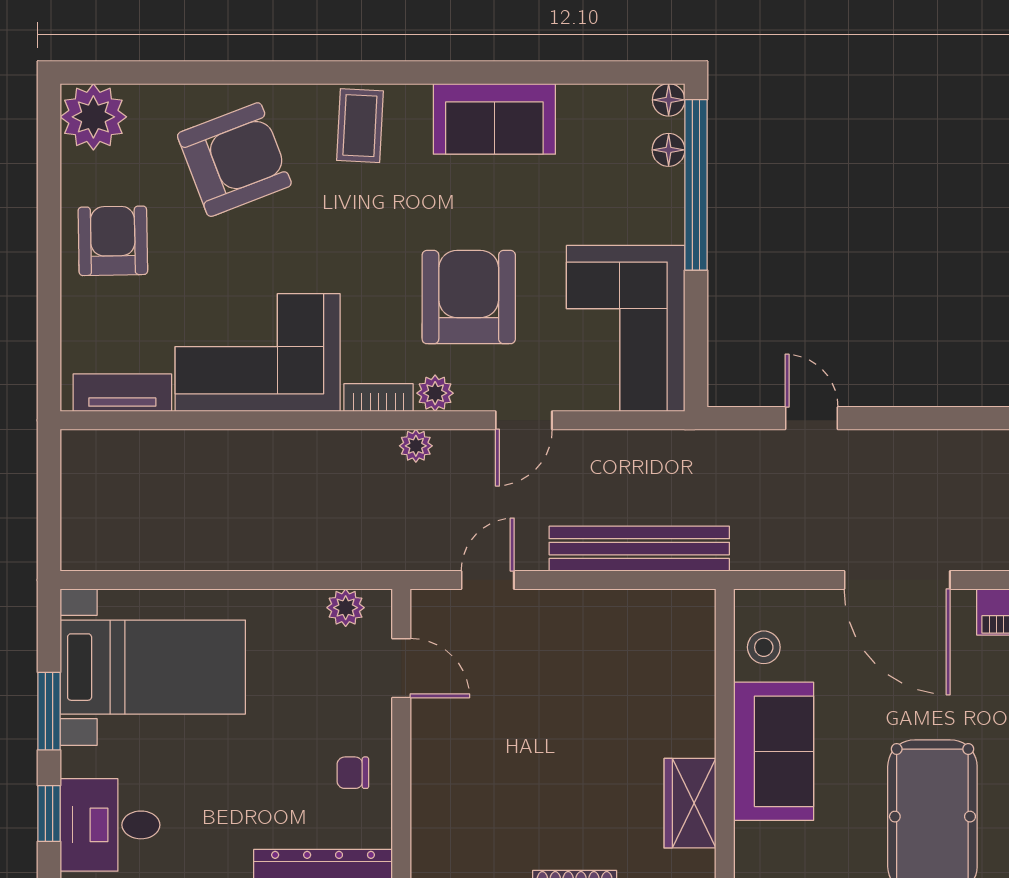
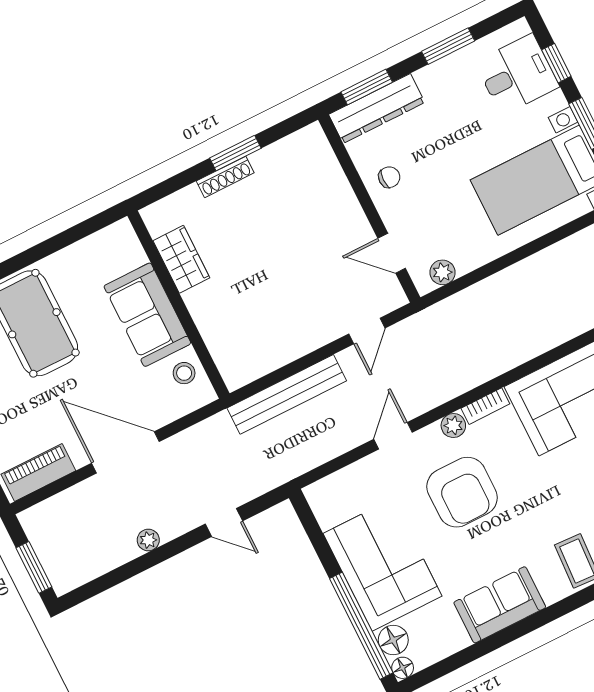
floor lamp: (669, 150) -> (393, 640), width x1.37, depth x1.37
corner sofa: (626, 328) -> (383, 565), moved
plant: (416, 446) -> (148, 540), moved

